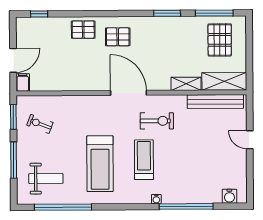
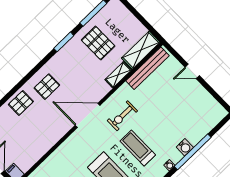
pallet: (220, 40) -> (98, 43), moved
exercise bike: (157, 121) -> (122, 116), turned 180
water cooler: (229, 196) -> (185, 147), moved

